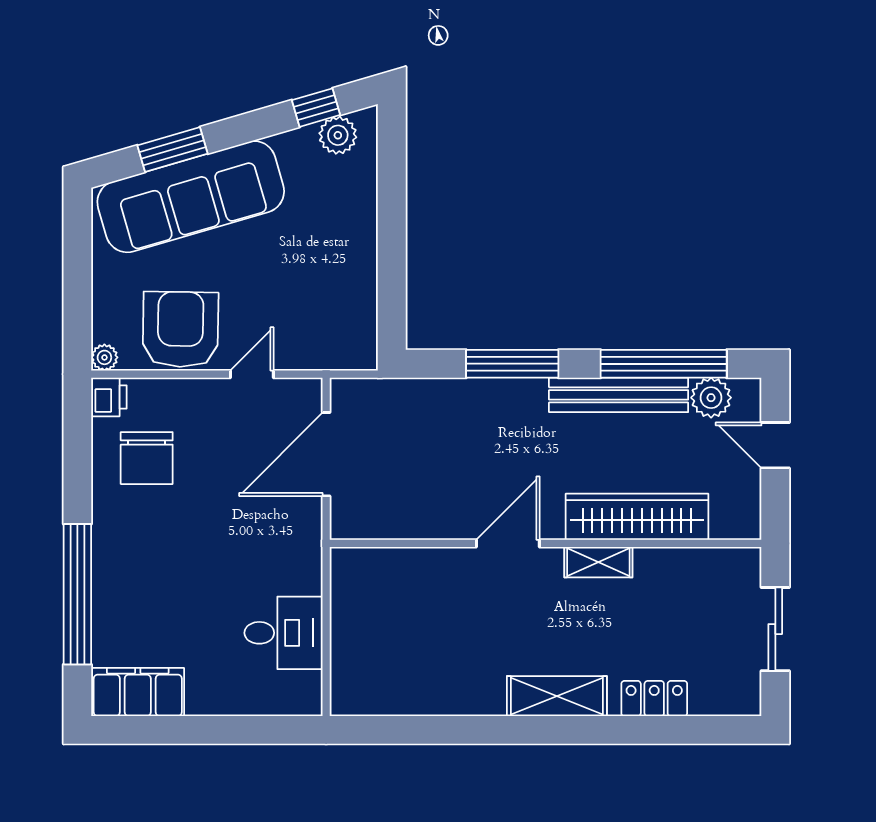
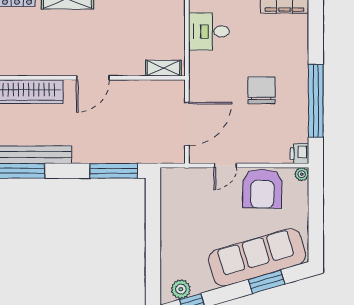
window: (512, 364) -> (114, 171), moved
chair: (147, 458) -> (261, 90), moved
shelving: (598, 562) -> (163, 68), moved
window: (77, 594) -> (316, 101), moved

